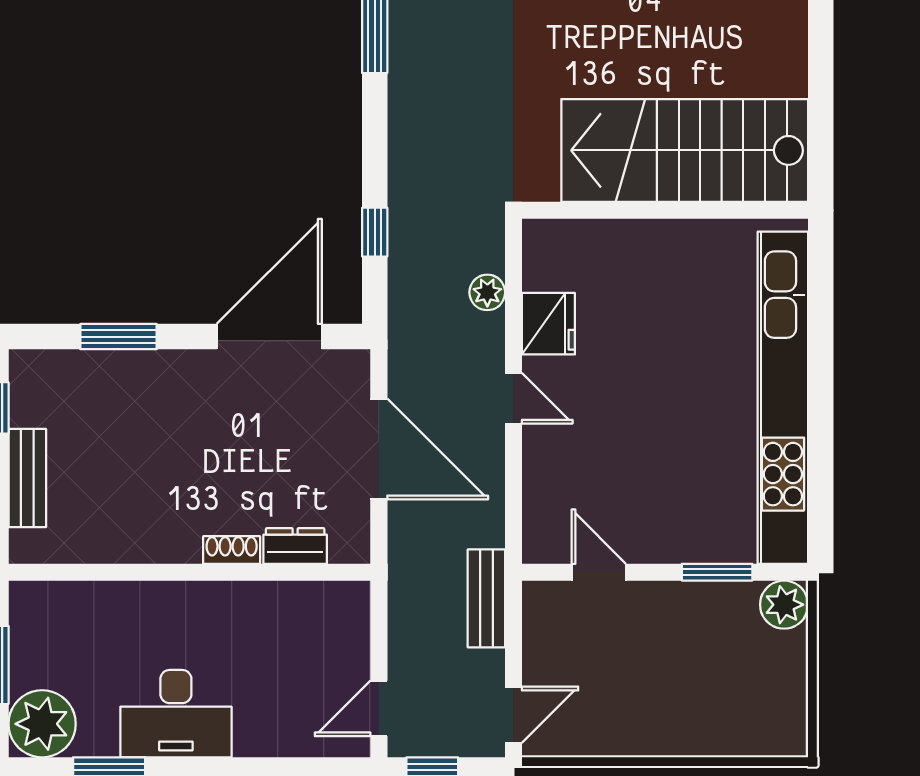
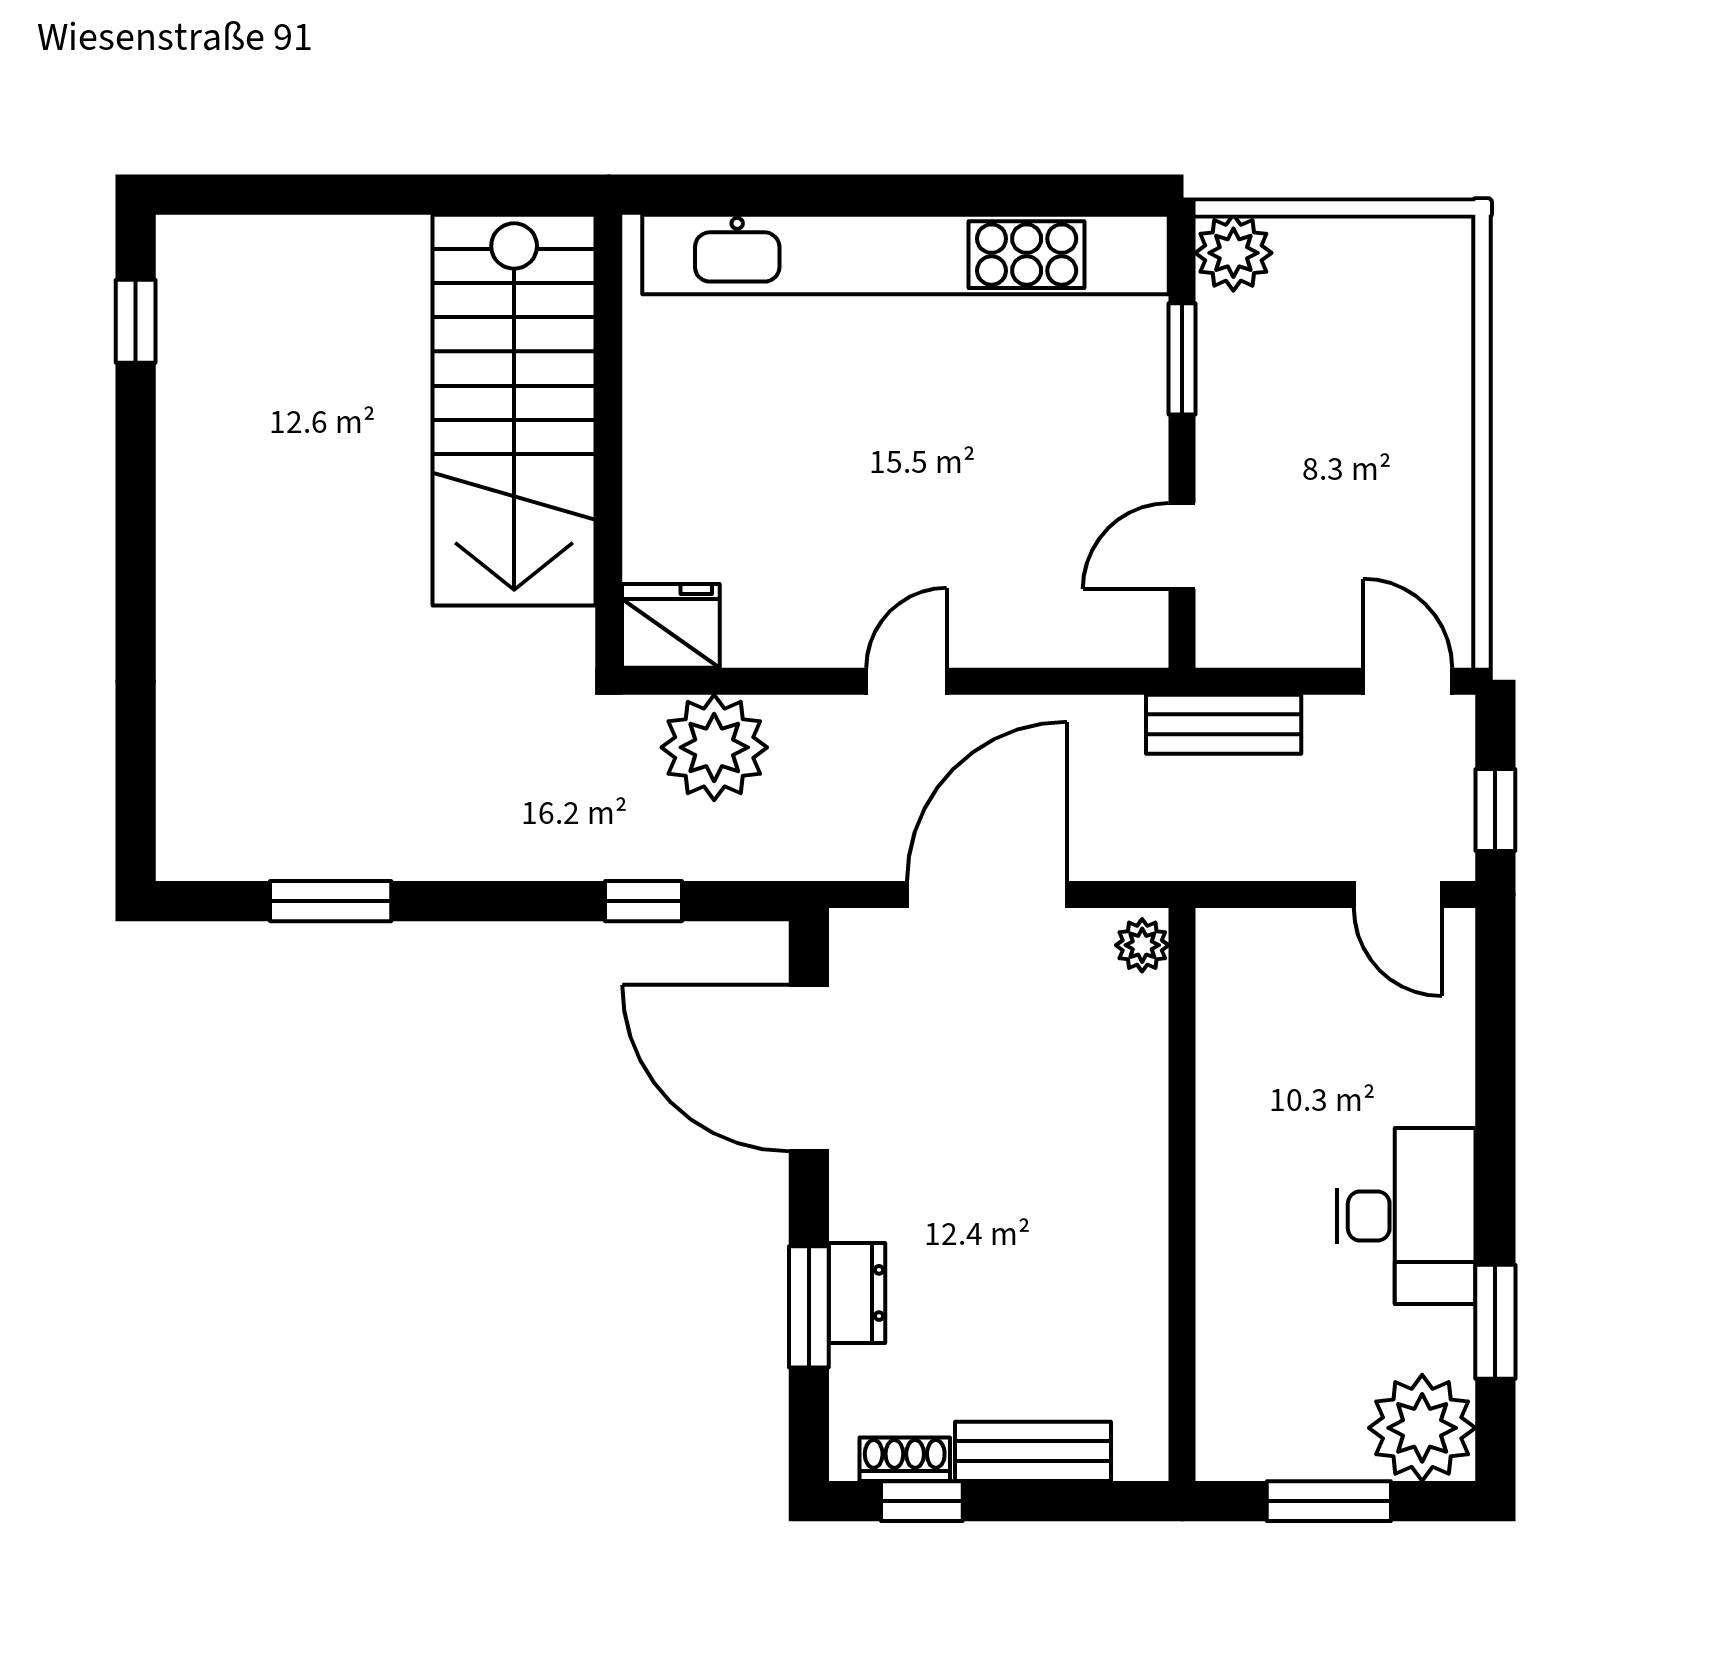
plant: (487, 292) -> (714, 747), width x1.87, depth x1.87
fridge: (548, 324) -> (671, 626), moved
dresser: (295, 546) -> (857, 1293), moved, turned 180
plant: (347, 547) -> (1142, 945), added
shoe rack: (232, 550) -> (905, 1459), moved, turned 90

